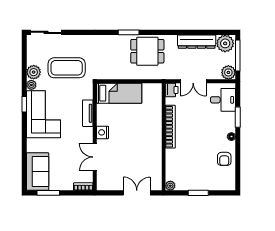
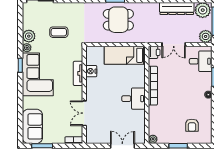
dining table: (147, 51) -> (118, 20), moved
coffee table: (67, 68) -> (59, 32), width x0.54, depth x0.58
bed: (119, 93) -> (125, 55), moved, turned 180
nightstand: (102, 132) -> (91, 71), moved
desk: (149, 141) -> (134, 99), added
armchair: (224, 159) -> (192, 125), moved

